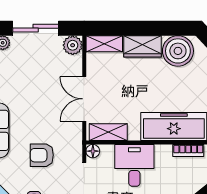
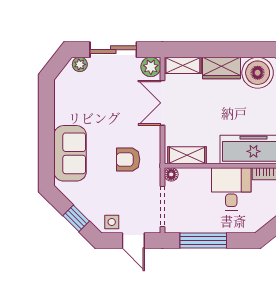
double door: (84, 99) -> (162, 103), moved
armchair: (42, 155) -> (128, 160), moved
desk: (134, 165) -> (231, 189), moved

